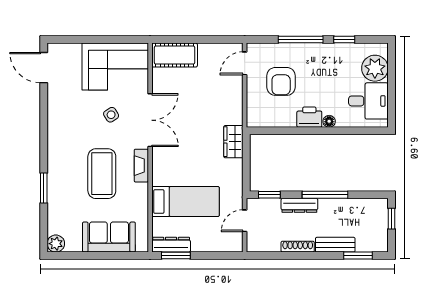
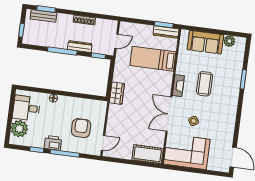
printer: (309, 117) -> (53, 143), moved, turned 180
coffee table: (102, 174) -> (205, 84), width x0.73, depth x0.76
plant: (56, 244) -> (229, 41), moved
bench: (335, 245) -> (43, 16), moved

